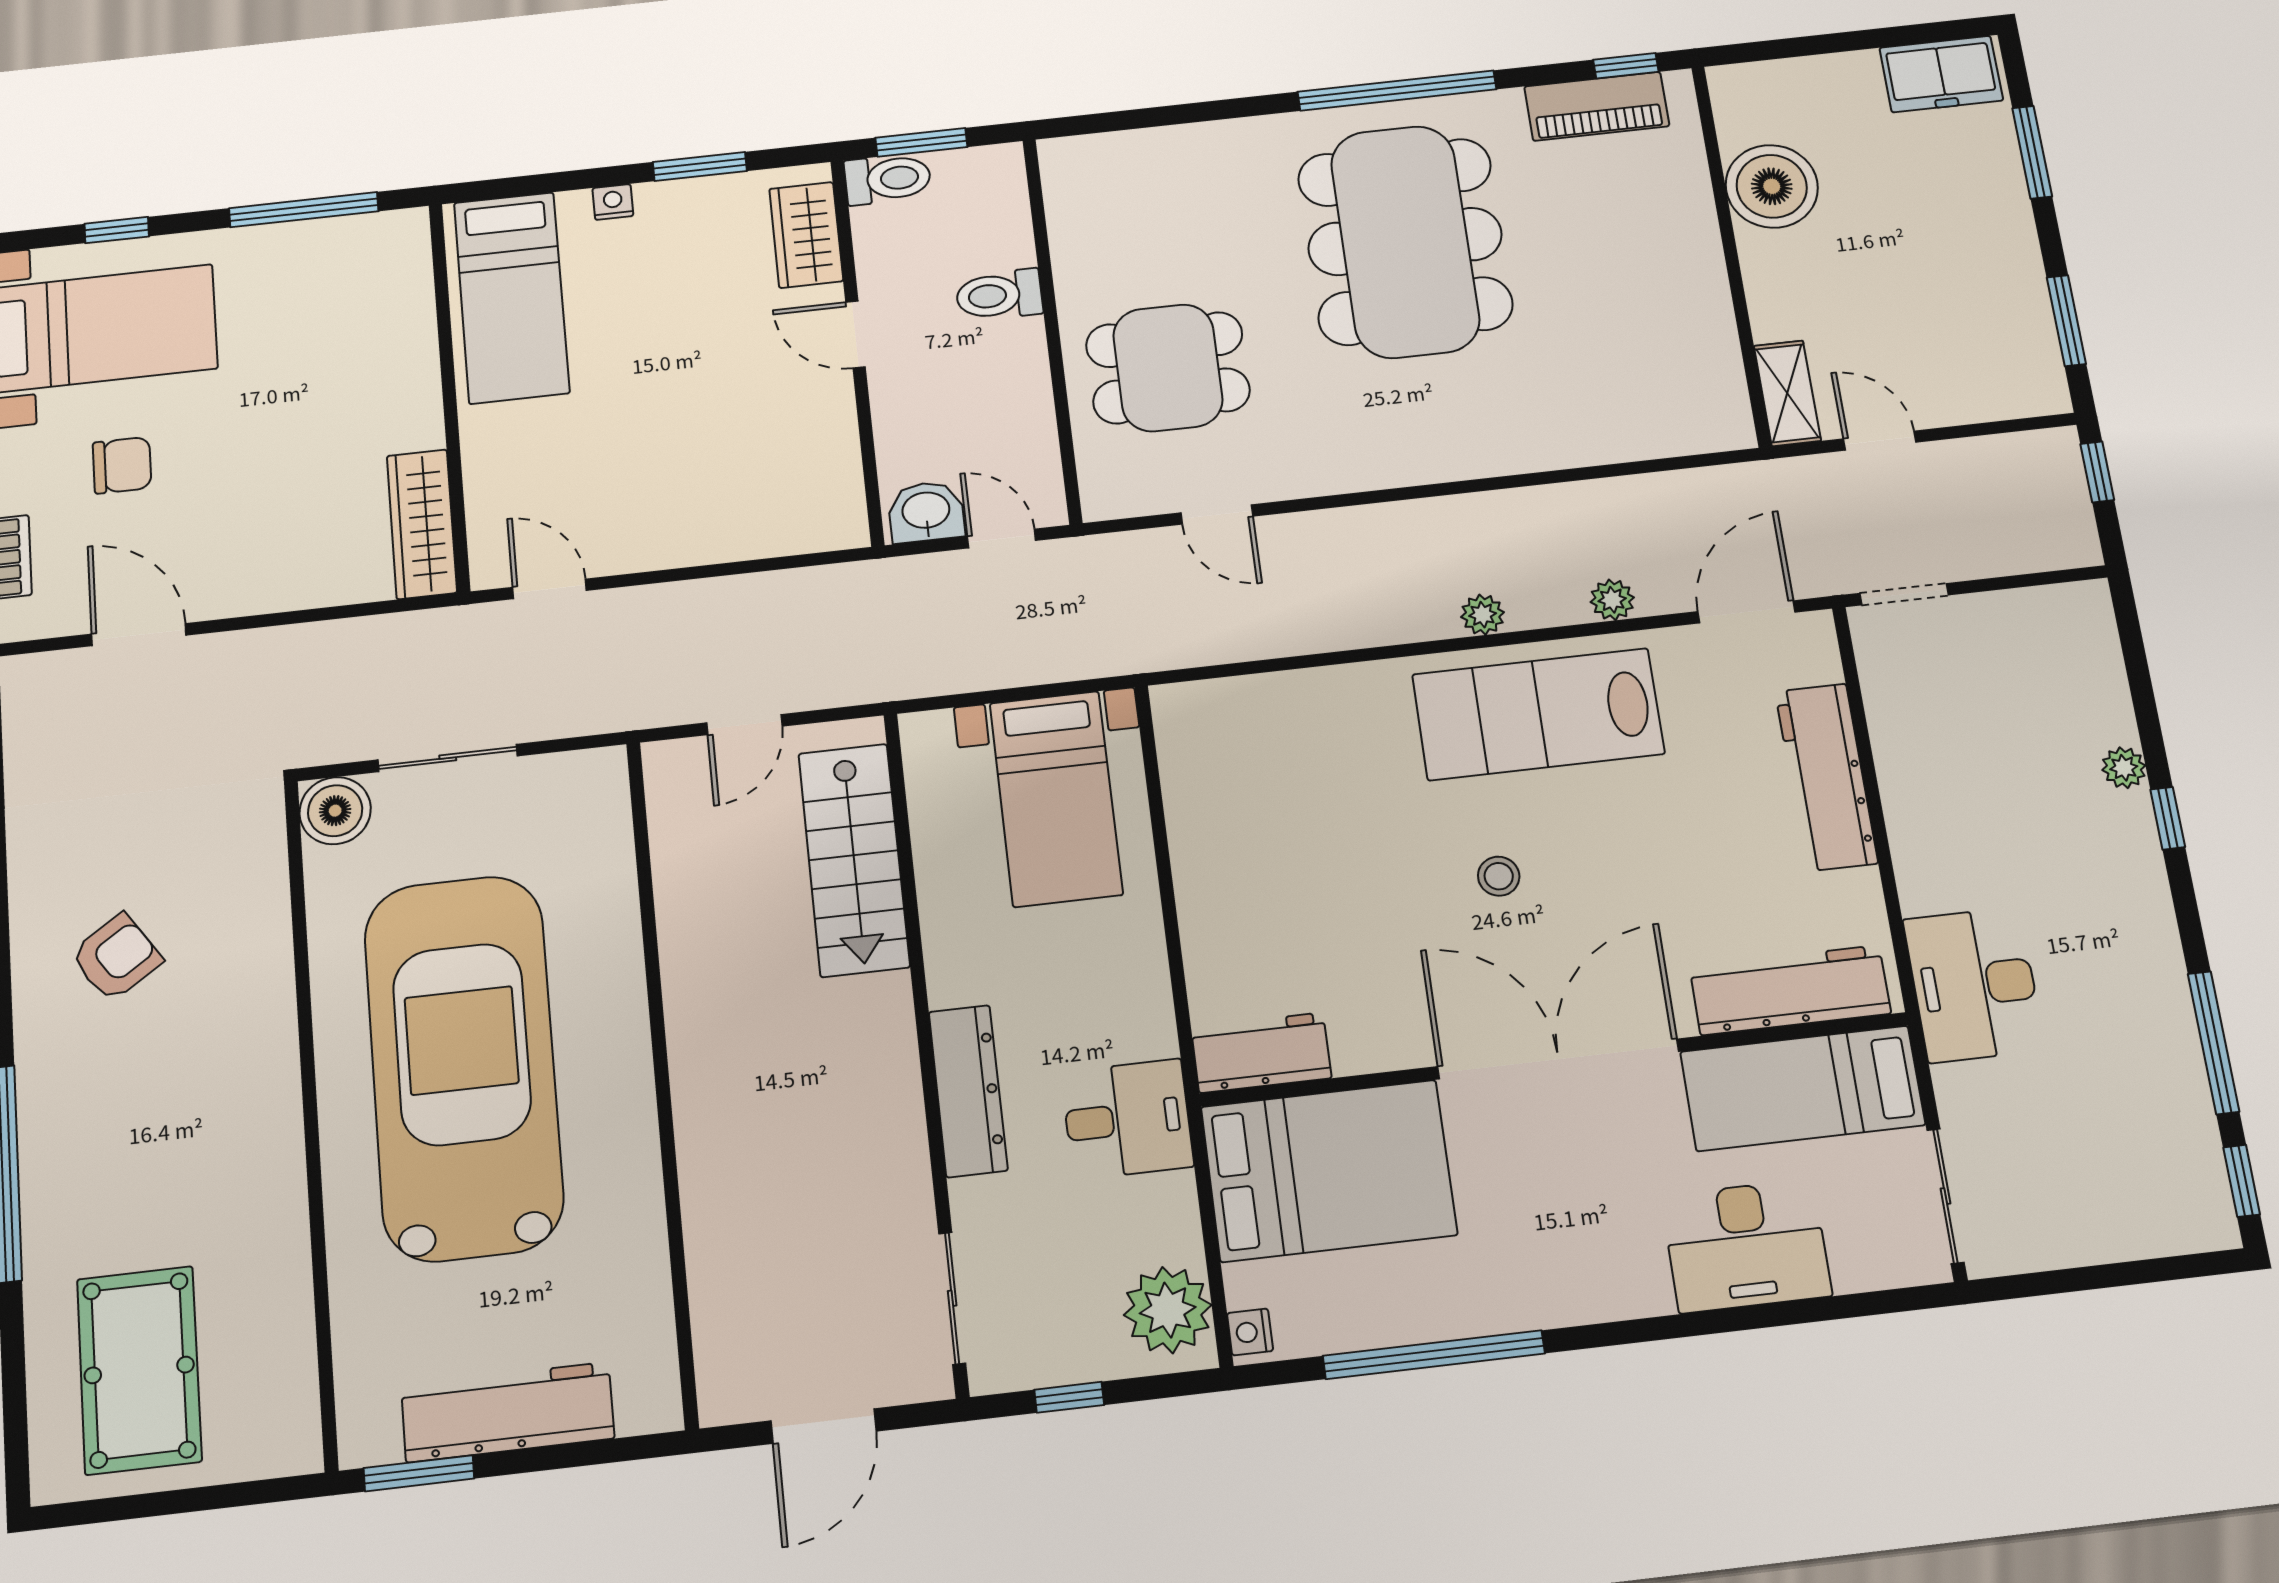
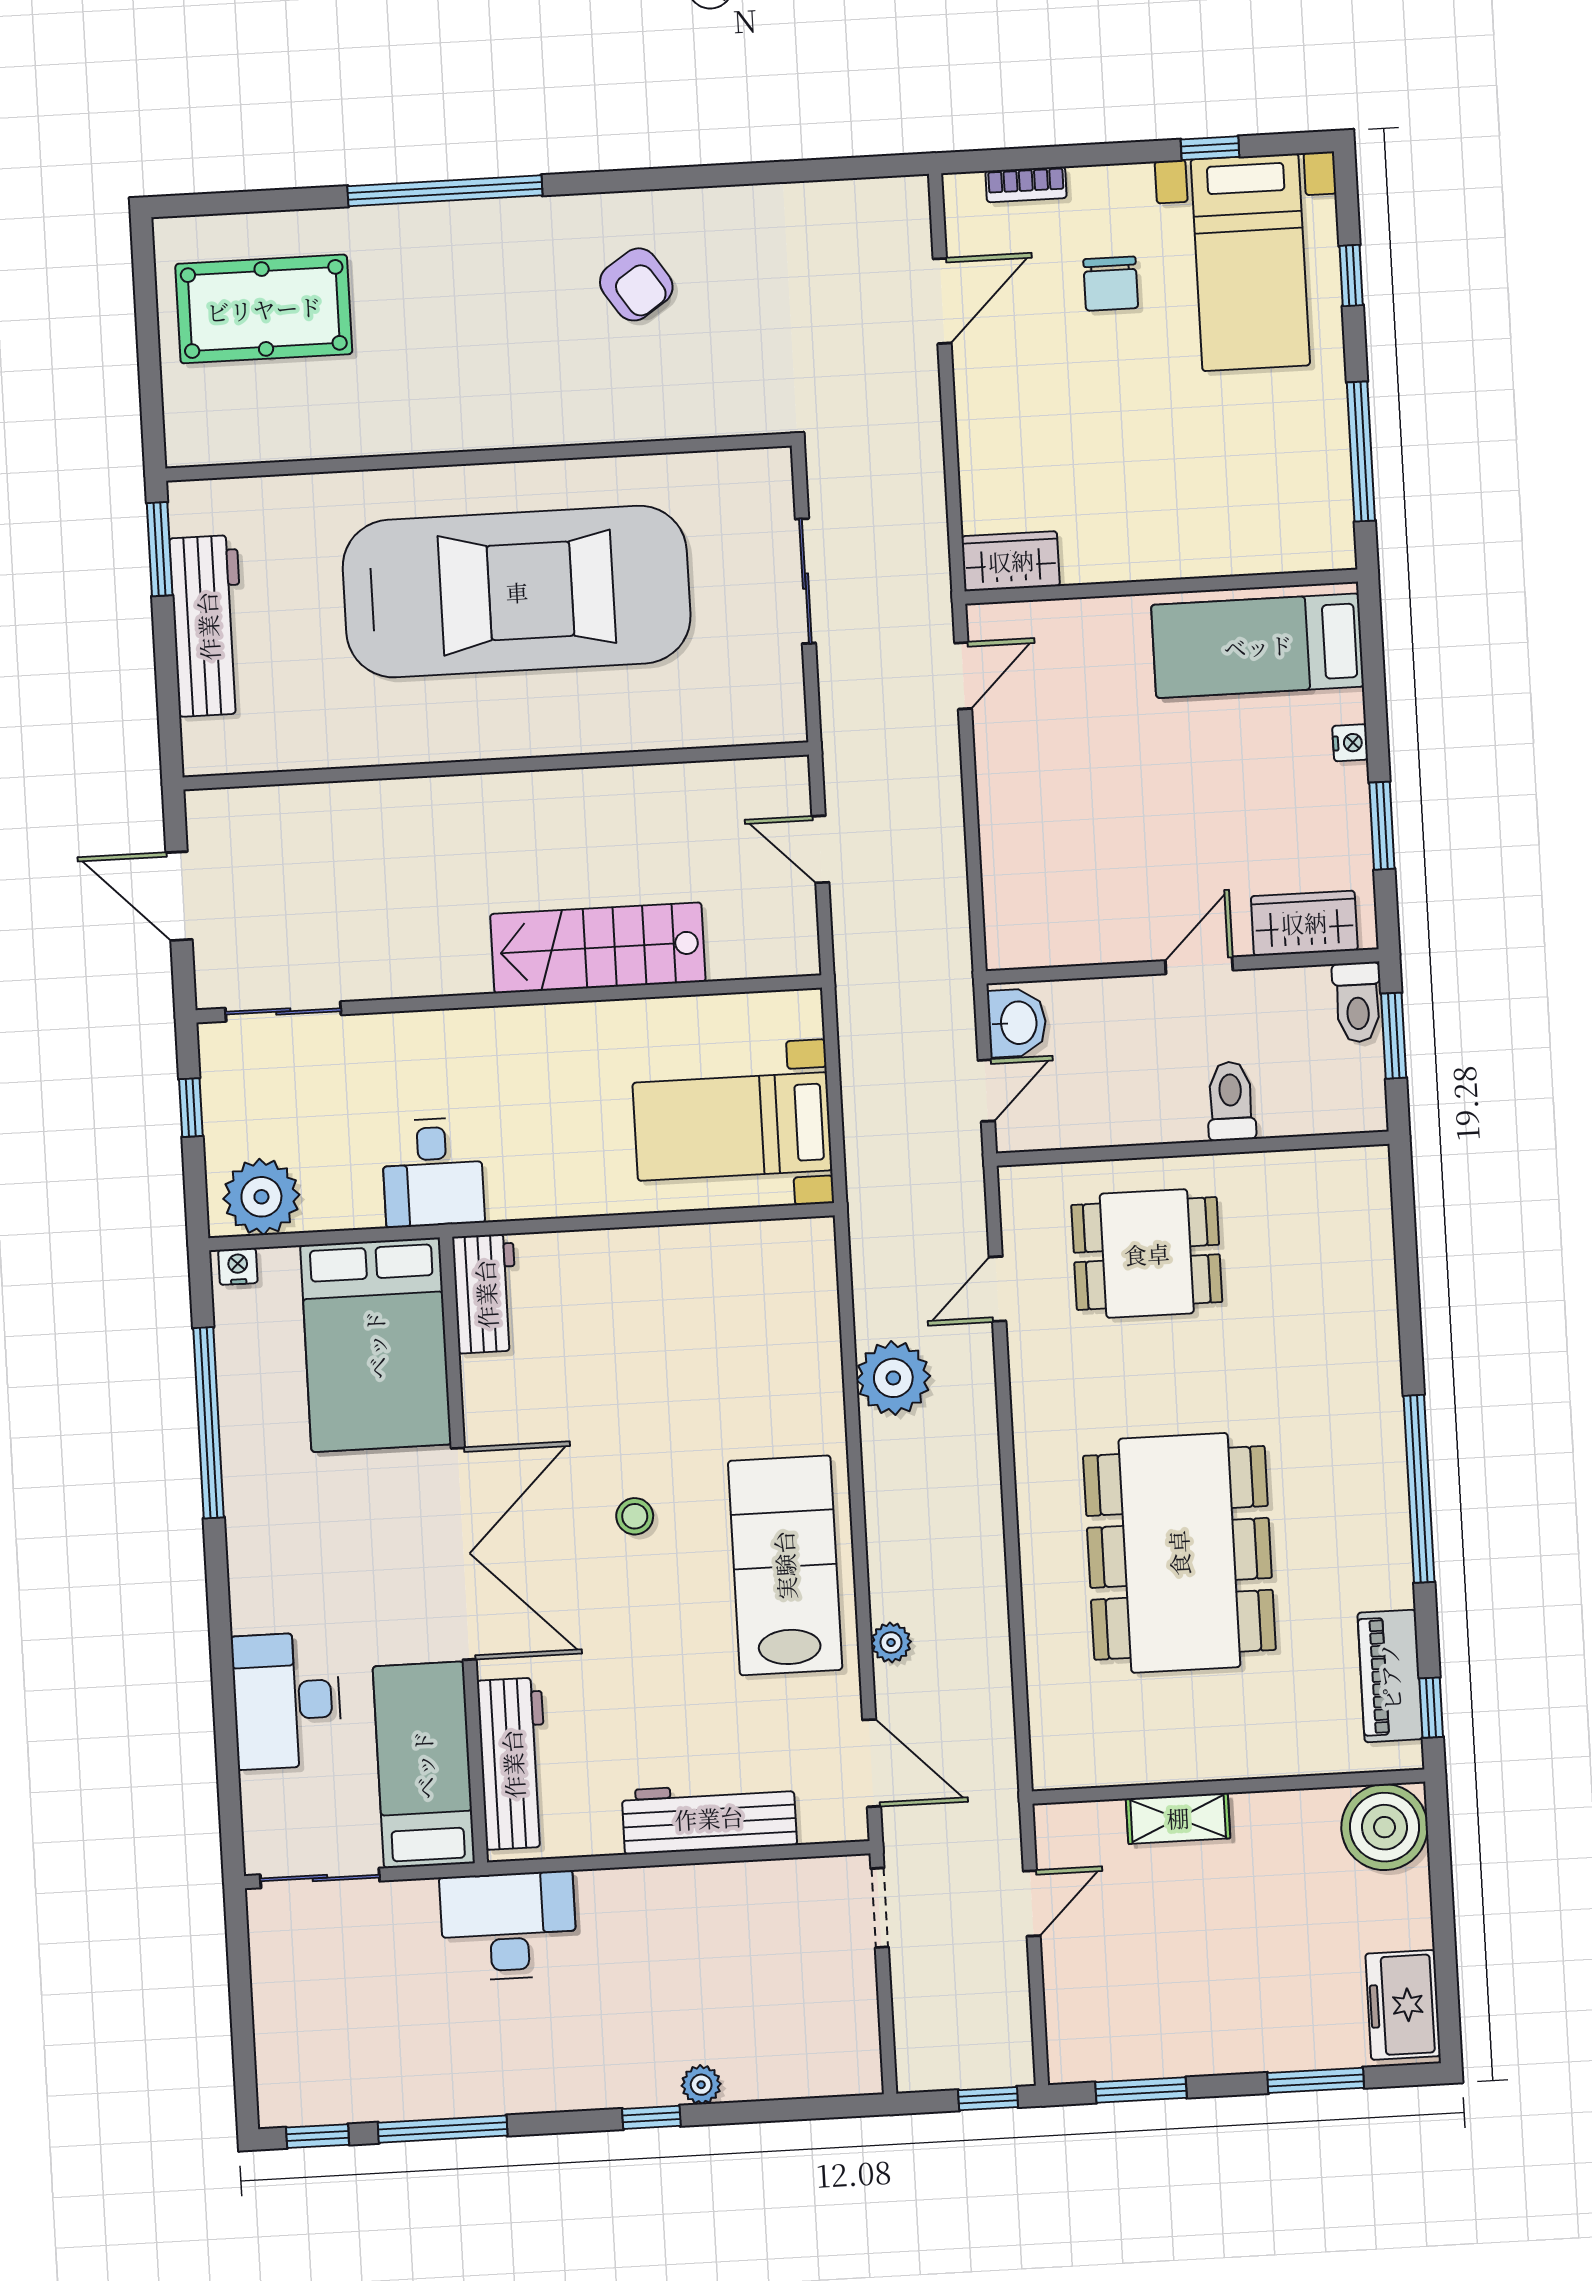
boiler: (1772, 186) -> (1385, 1827), moved
dining table: (1405, 241) -> (1179, 1553), moved, turned 90
dining table: (1168, 368) -> (1147, 1254), turned 90
shelving: (1787, 393) -> (1178, 1818), moved
wardrobe: (422, 524) -> (1011, 561), width x0.67
plant: (1483, 615) -> (893, 1378), moved, width x1.88, depth x1.88
boiler: (335, 811) -> (762, 479), removed
stairs: (854, 860) -> (598, 948), moved
dresser: (968, 1091) -> (467, 1034), removed

